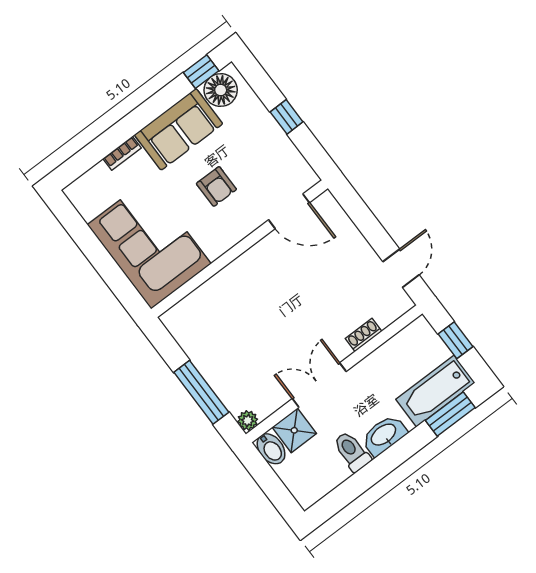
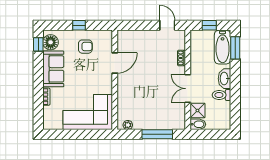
armchair: (216, 186) -> (85, 47), moved
door: (289, 211) -> (115, 63), moved
plant: (248, 420) -> (128, 125), moved

